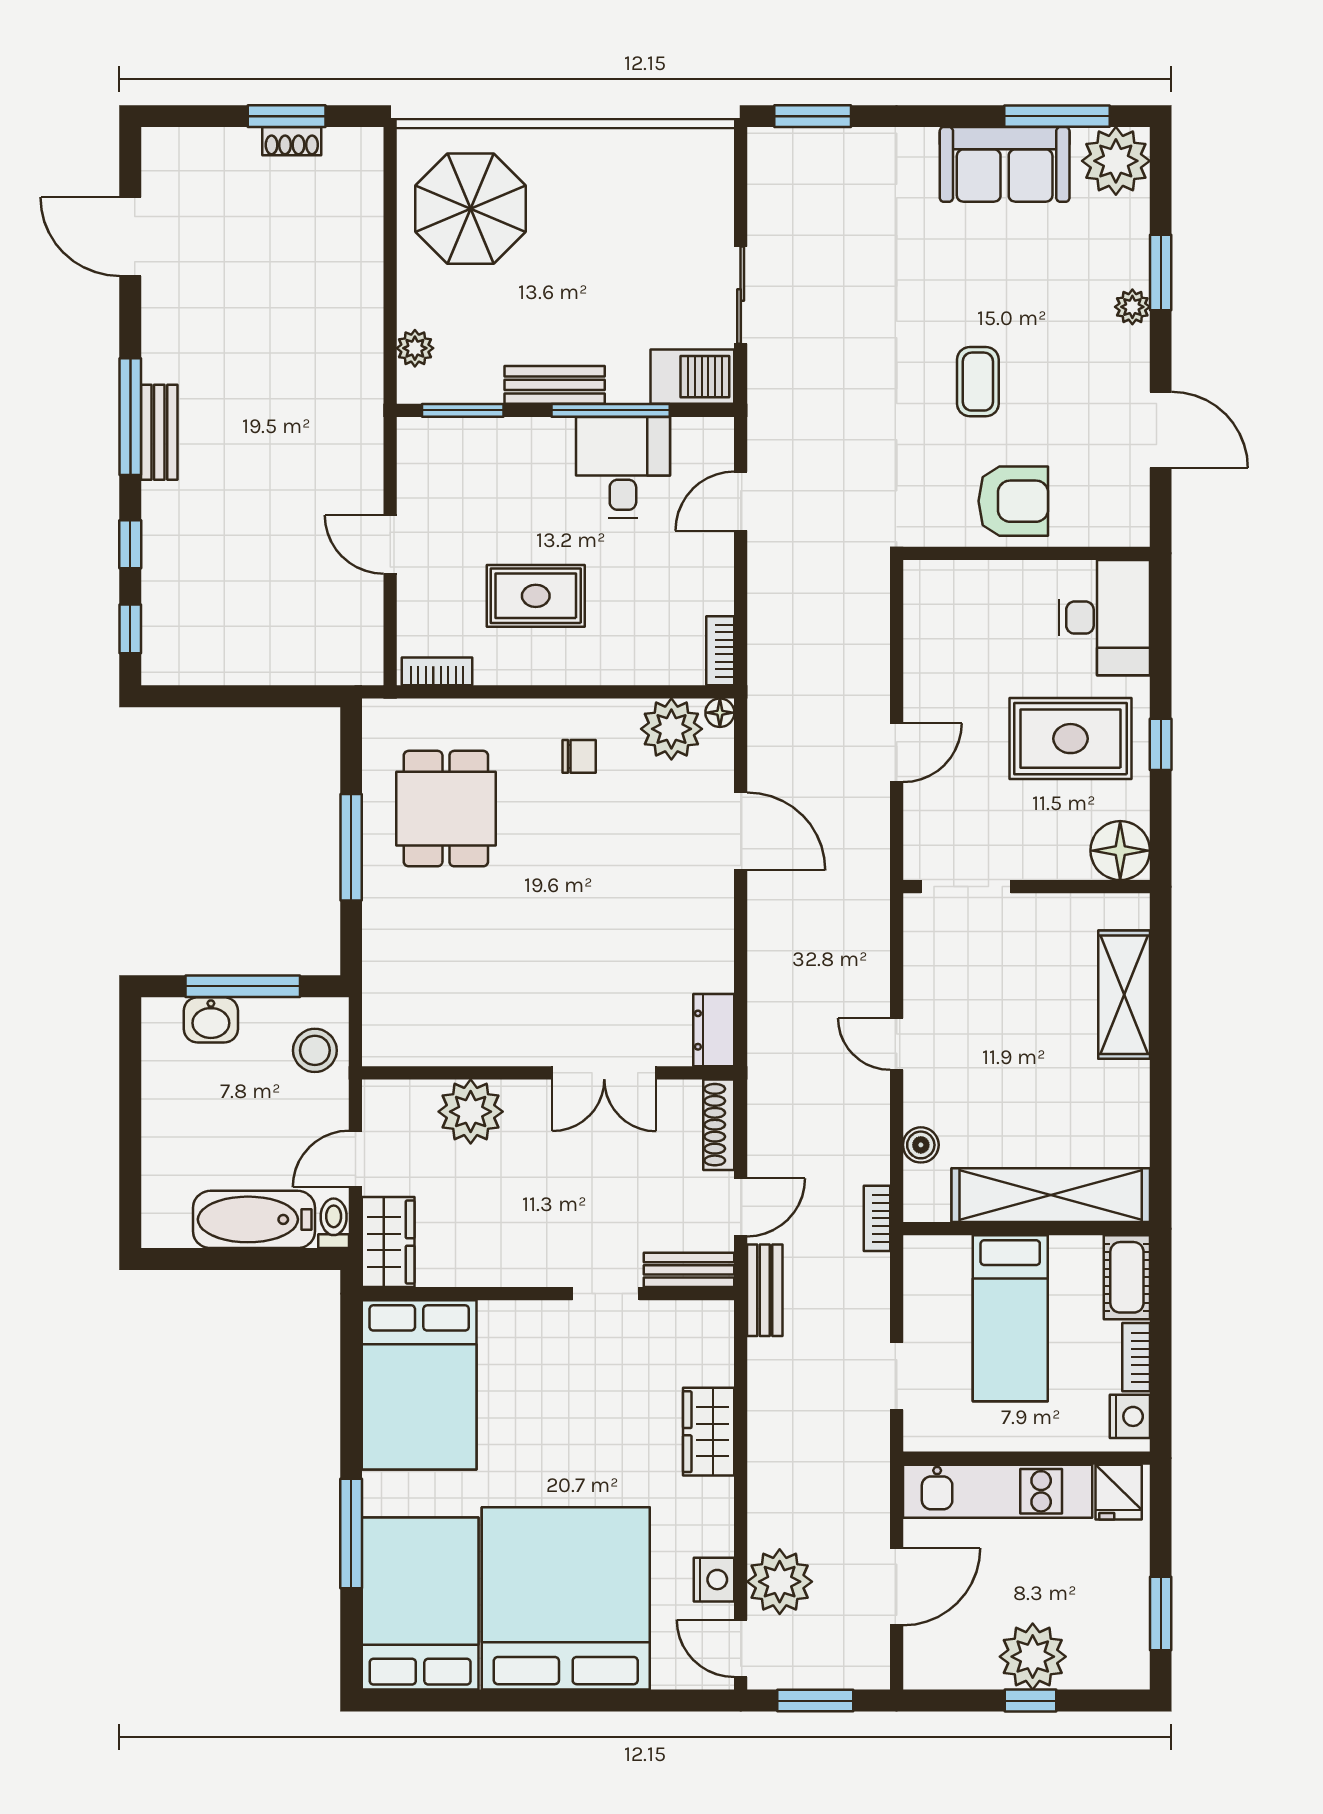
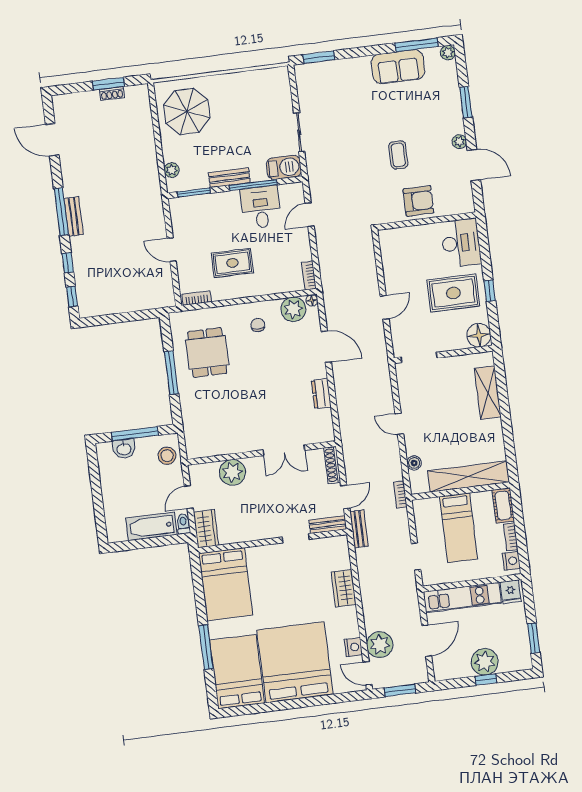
plant: (1116, 161) -> (448, 53), width x0.53, depth x0.53
plant: (1132, 307) -> (459, 142), moved
chair: (579, 756) -> (258, 325), turned -90
dresser: (714, 1030) -> (321, 394), moved

